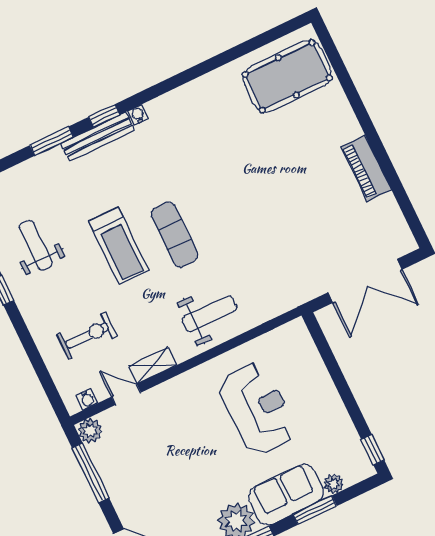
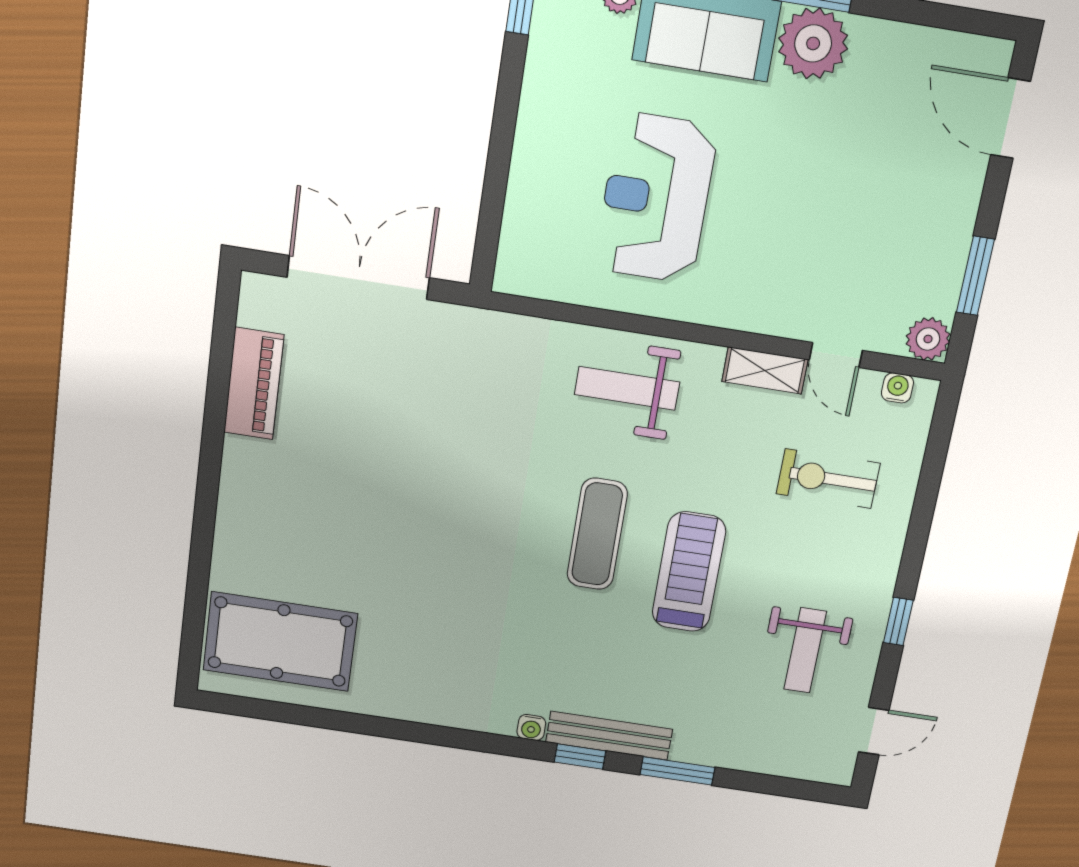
piano: (366, 168) -> (254, 384), moved
window: (91, 473) -> (975, 276), width x0.69

